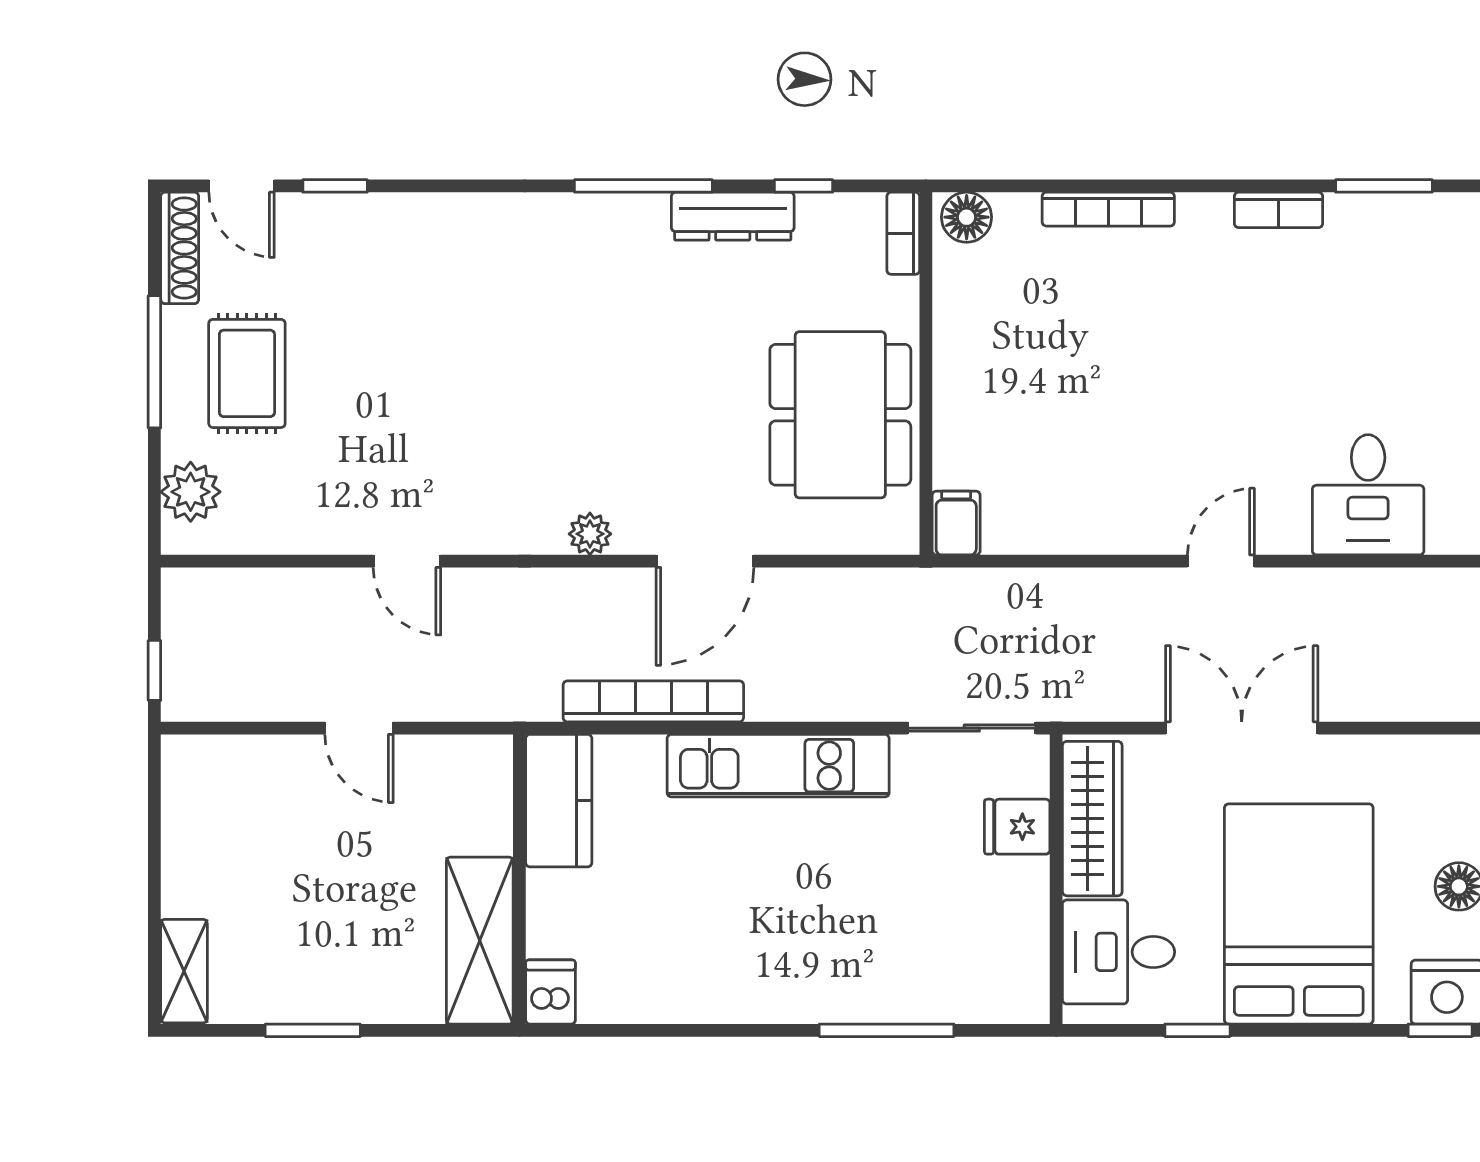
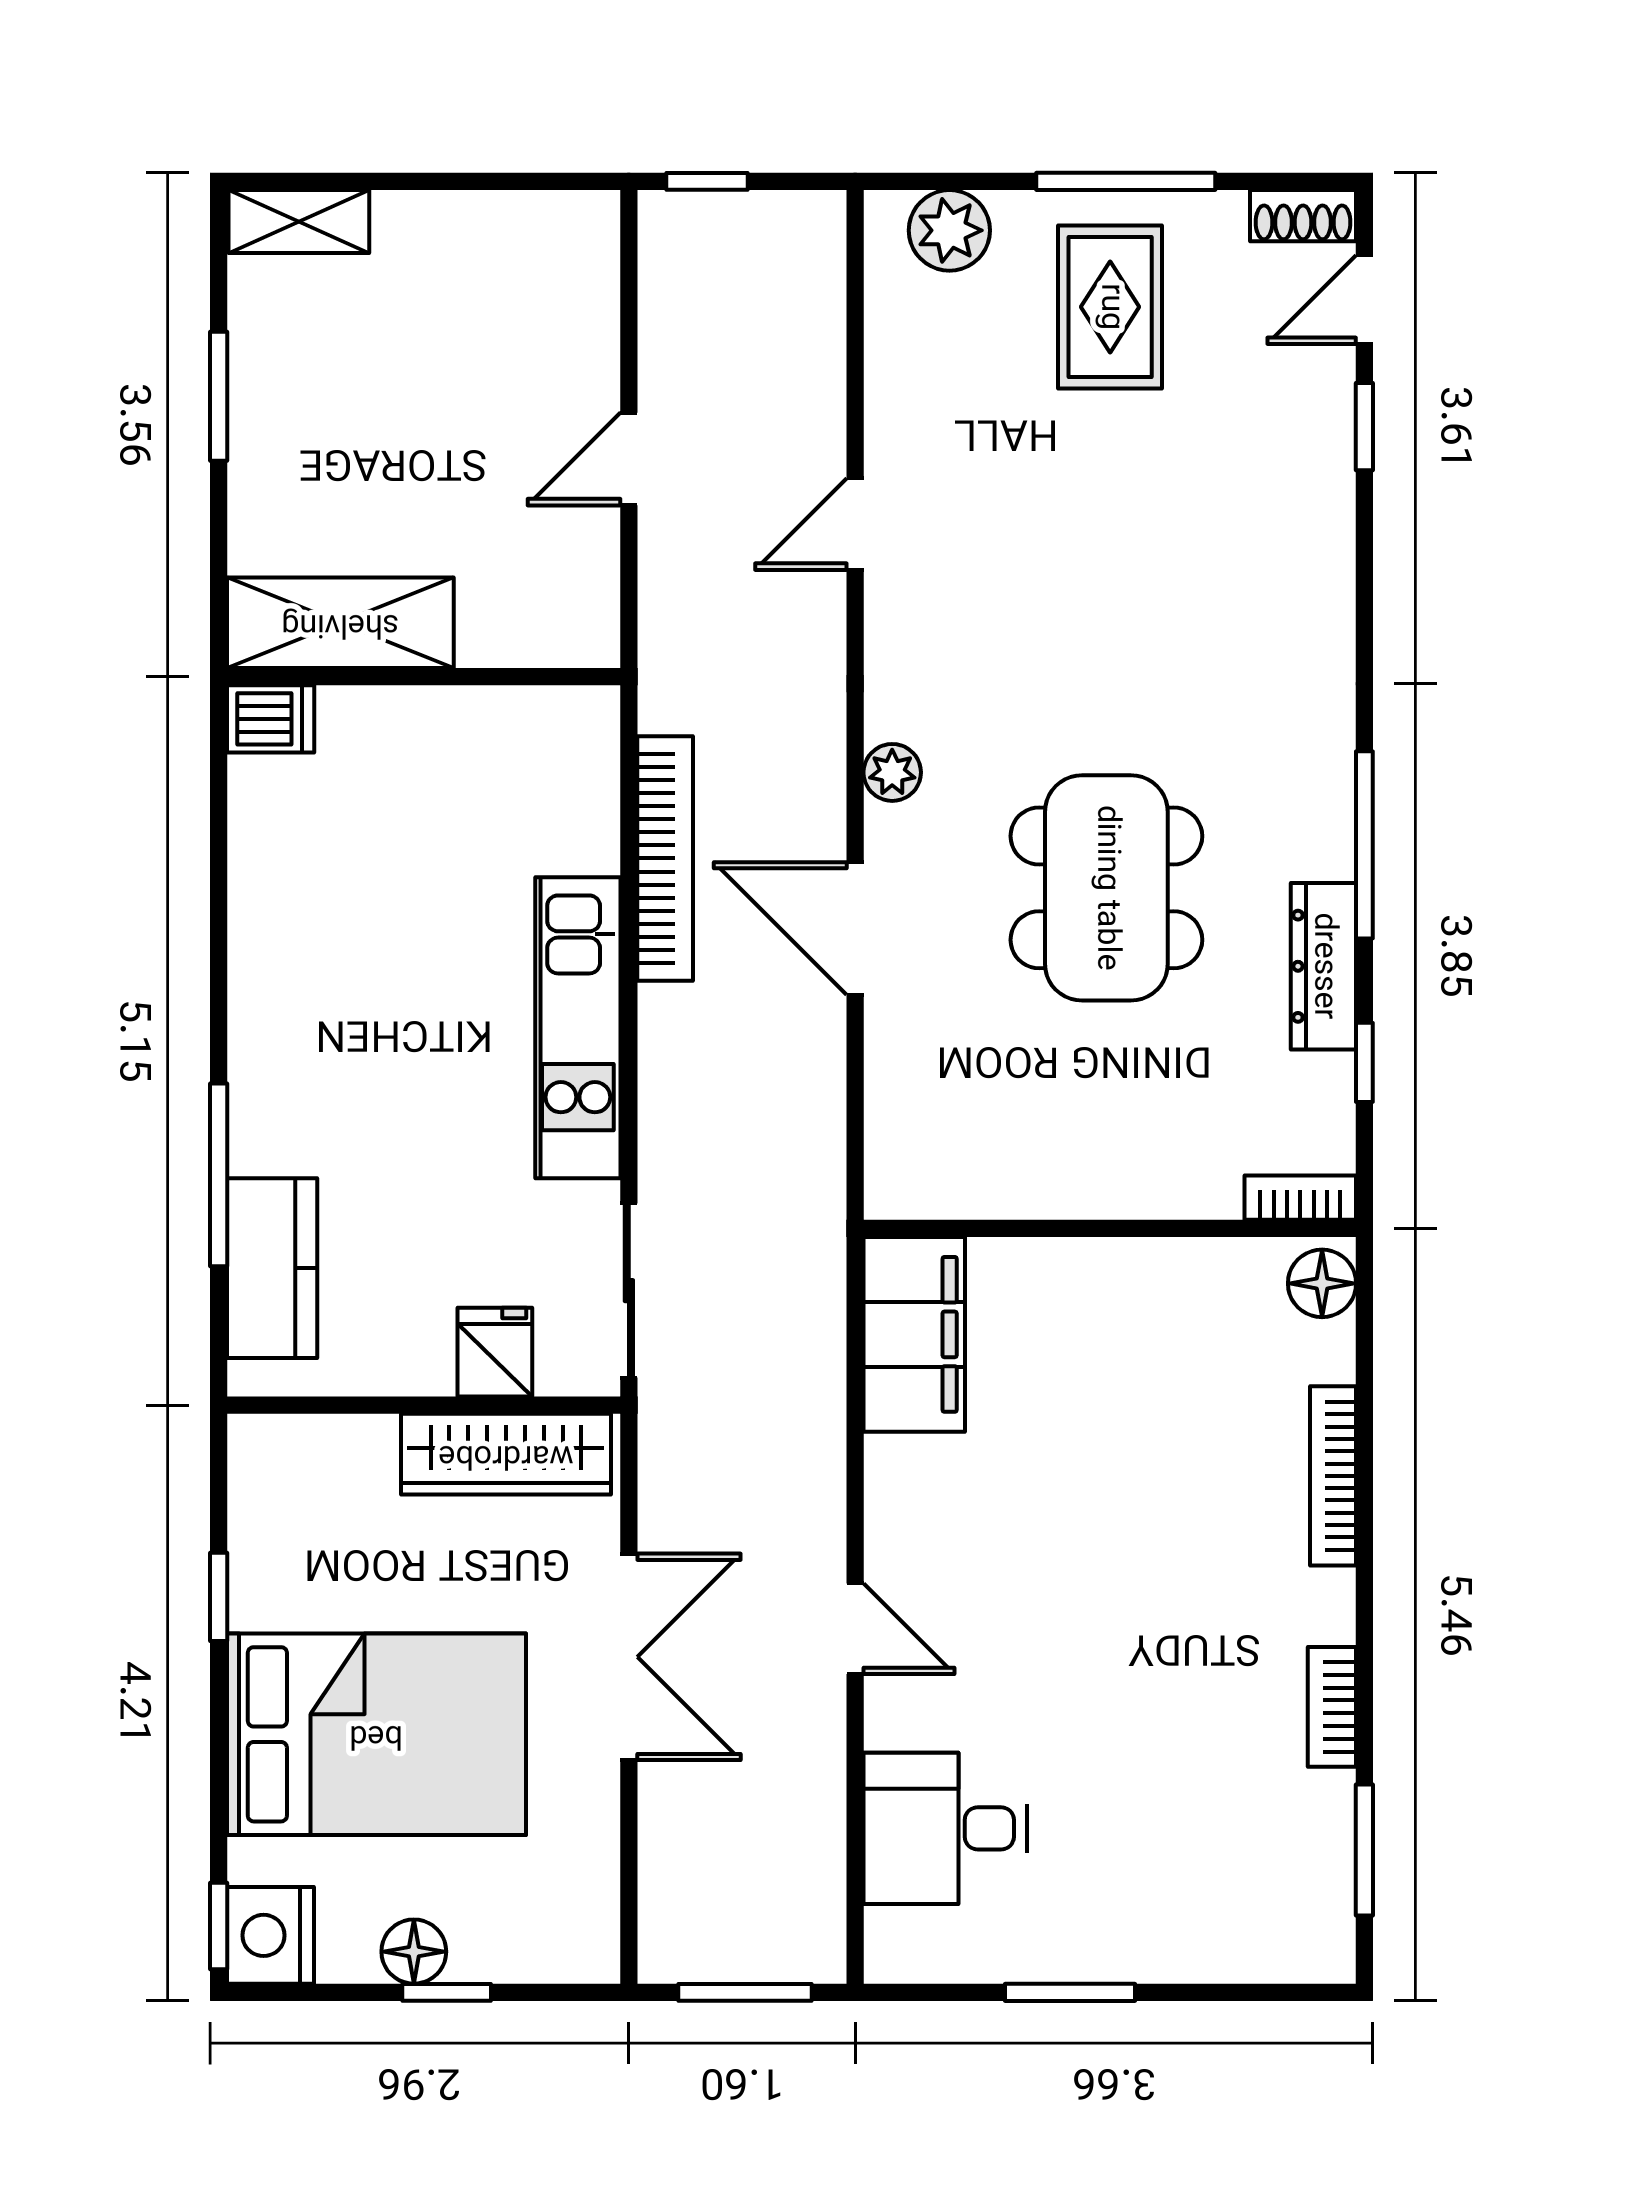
shoe rack: (180, 248) -> (1303, 216), width x0.70
rug: (247, 373) -> (1110, 307), turned 90
dining table: (840, 415) -> (1106, 888), moved, turned 90
filing cabinet: (956, 523) -> (914, 1334), width x3.00, depth x1.17
kitchen counter: (559, 801) -> (272, 1268), moved, turned -90
desk: (1119, 952) -> (325, 1490), removed

